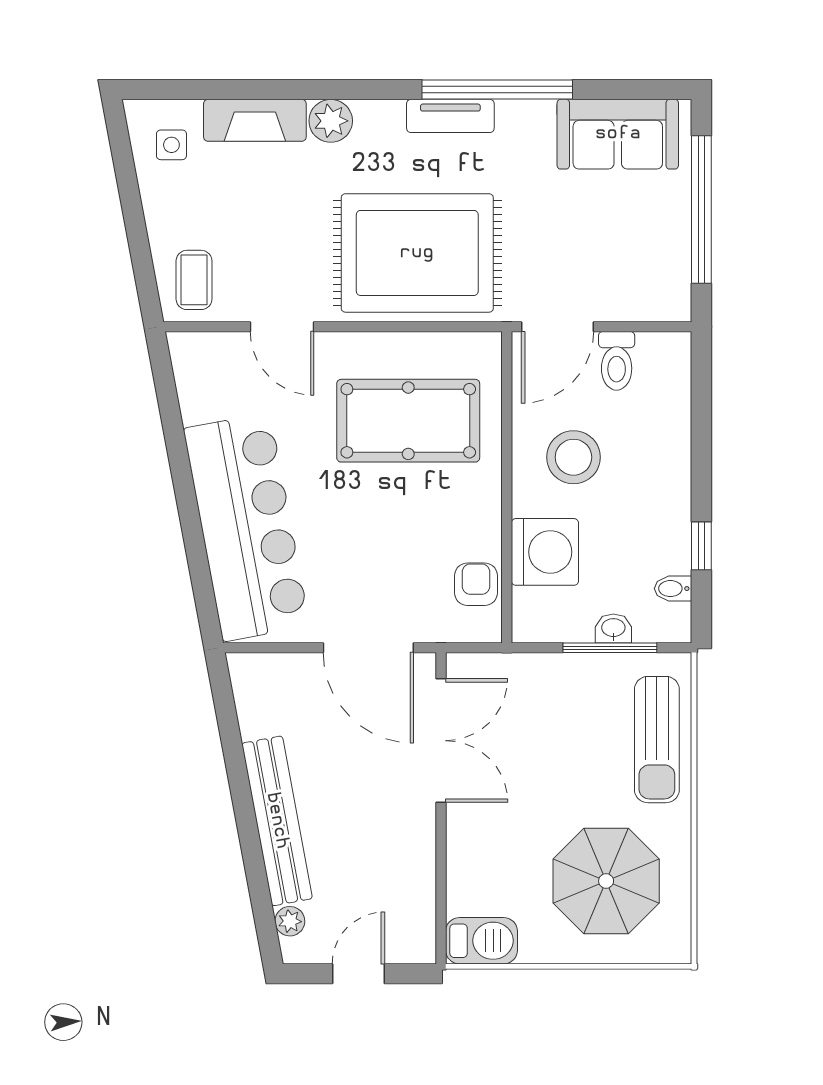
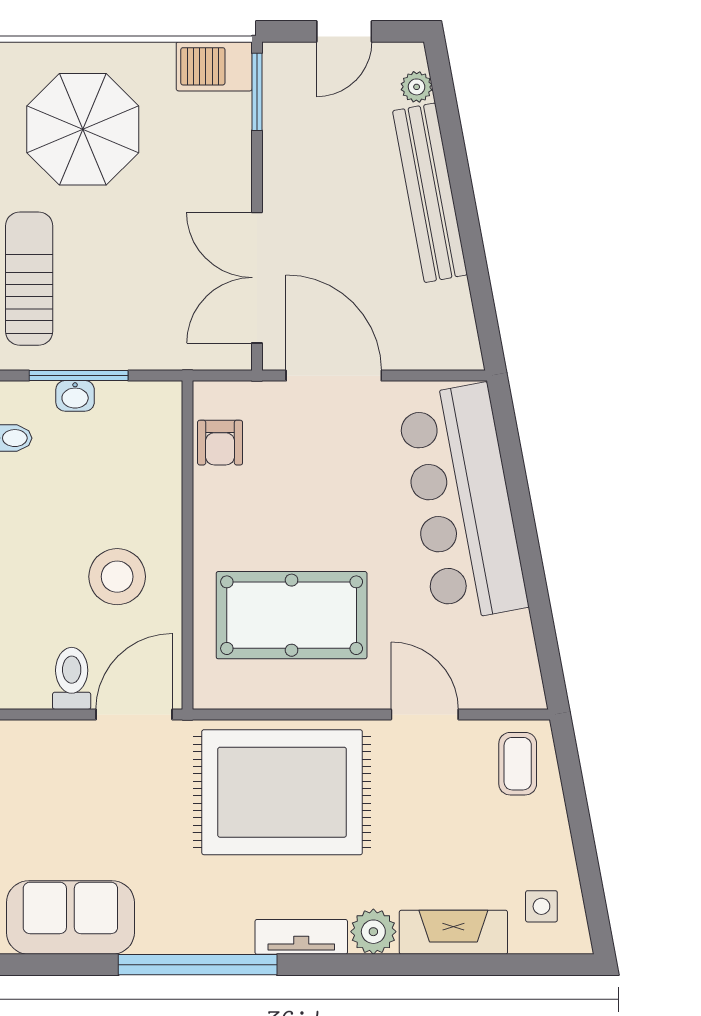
tv unit: (450, 116) -> (301, 937), moved
washing machine: (545, 552) -> (147, 477), removed
window: (441, 917) -> (257, 92), added

